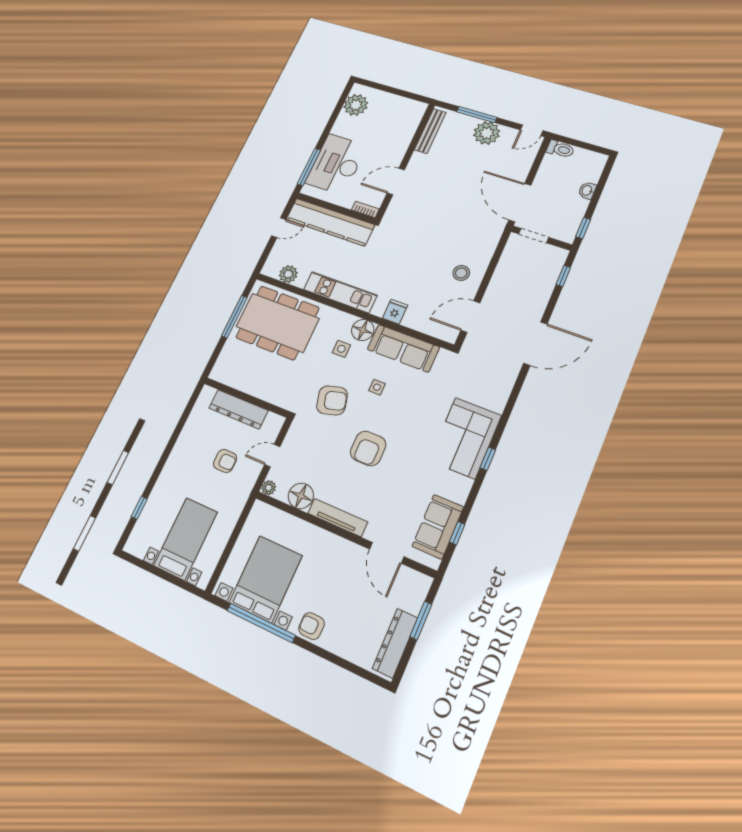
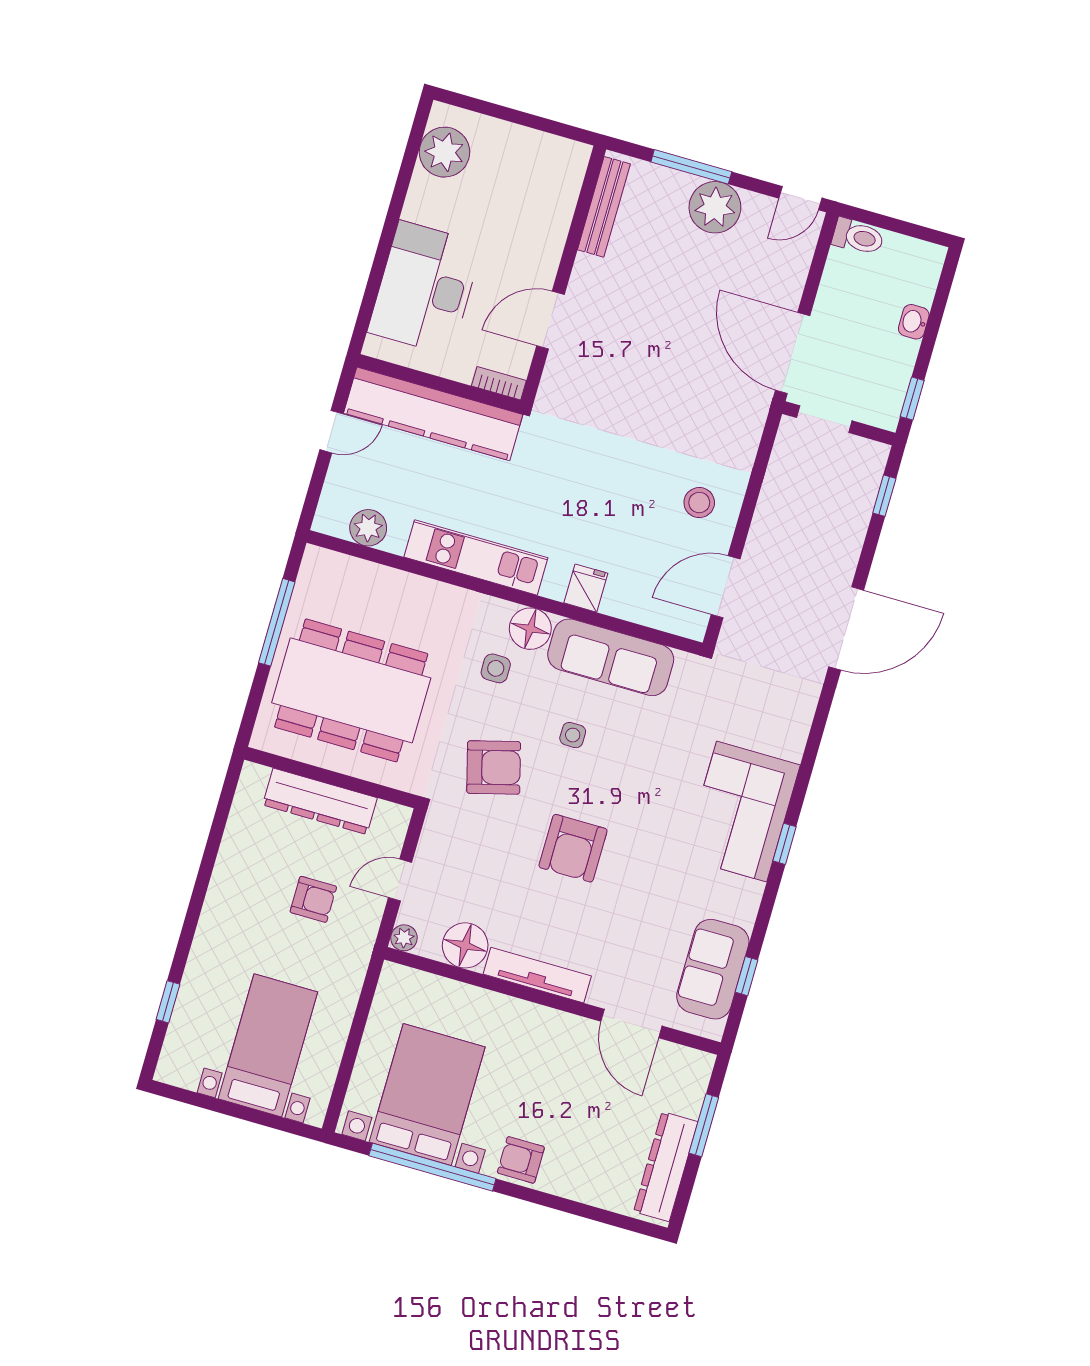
window: (309, 167) -> (370, 296), removed
dining table: (277, 323) -> (351, 690), moved

